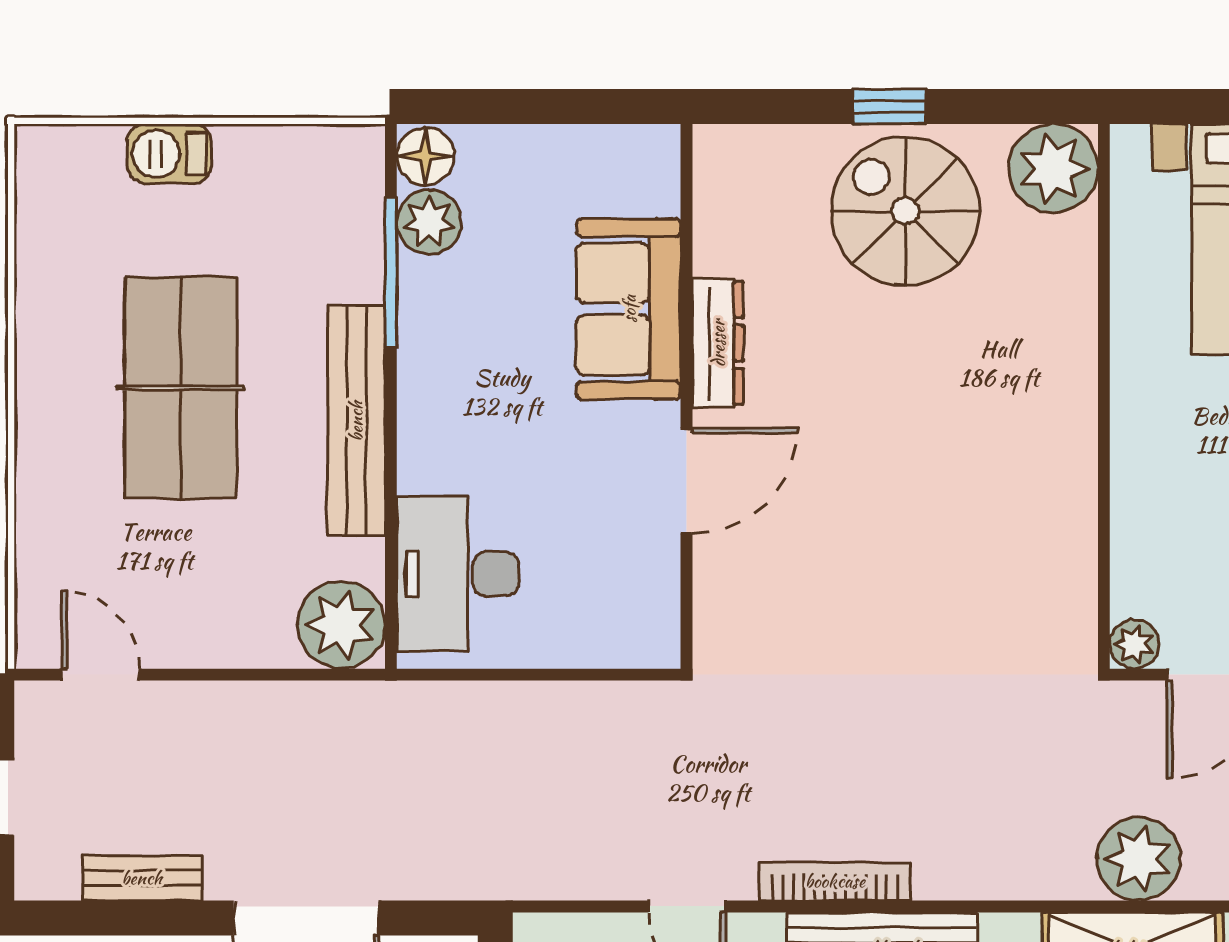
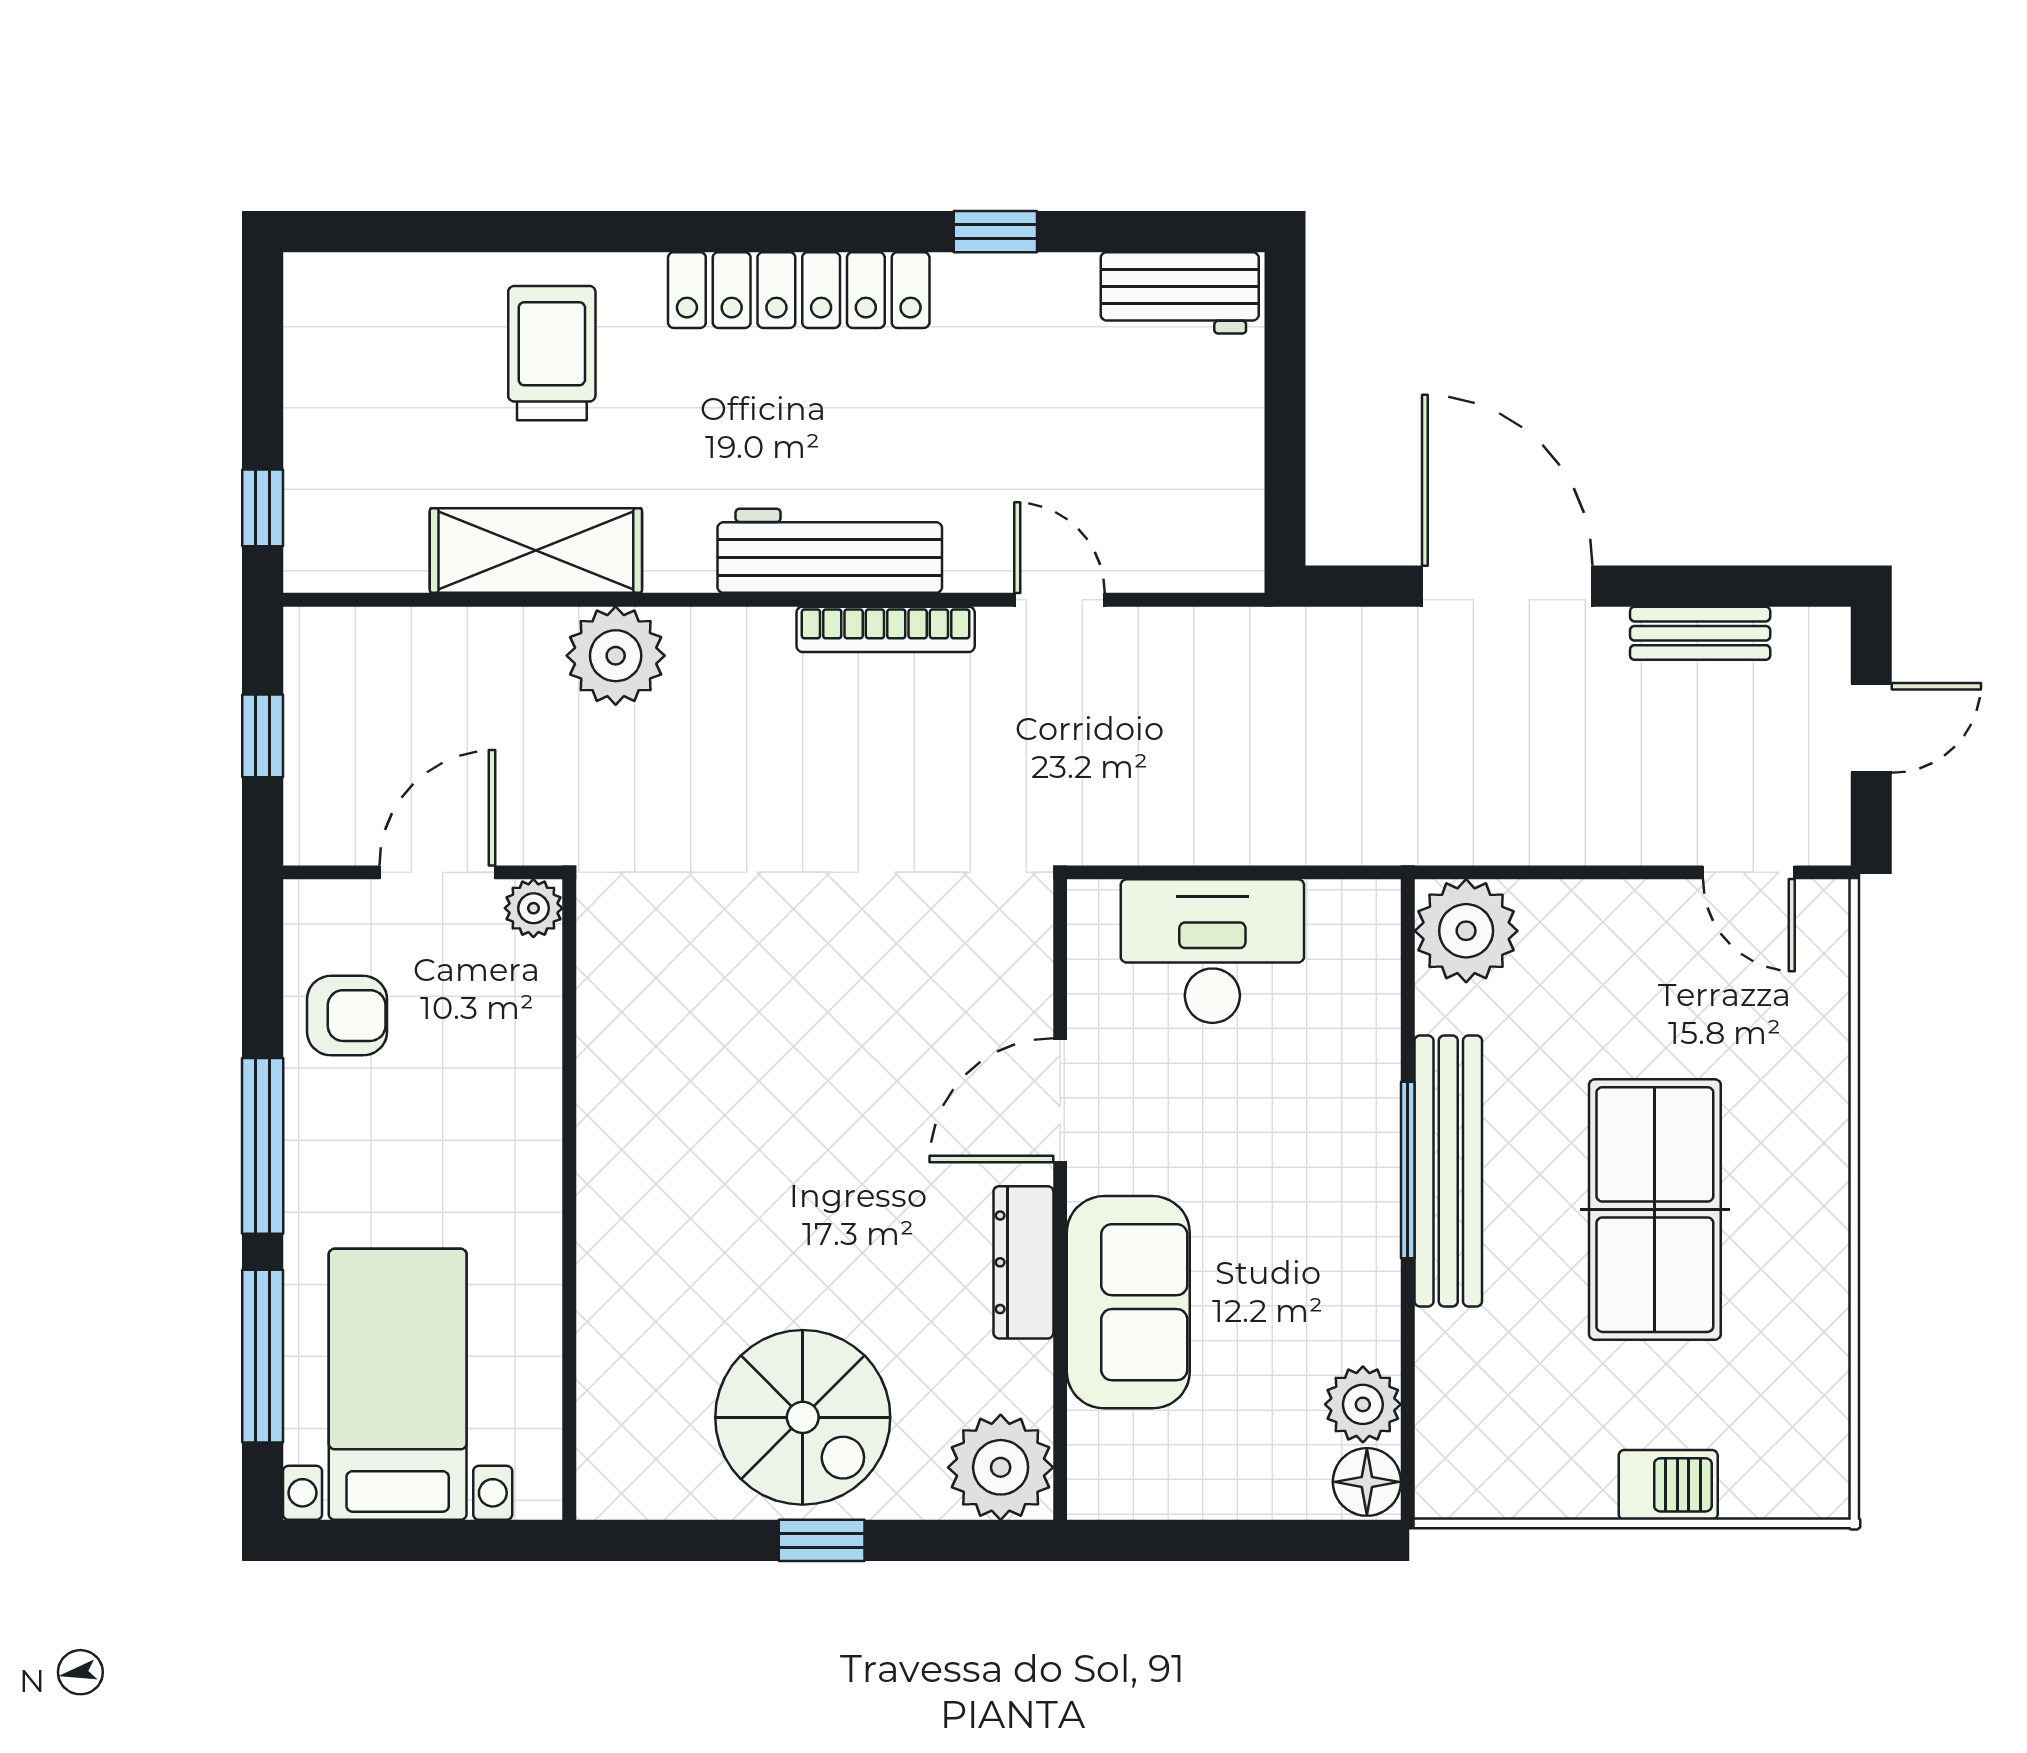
plant: (1053, 169) -> (1001, 1467), moved
window: (391, 273) -> (1408, 1170), moved
desk: (458, 574) -> (1212, 951), moved, turned -90
plant: (1139, 859) -> (616, 656), moved

